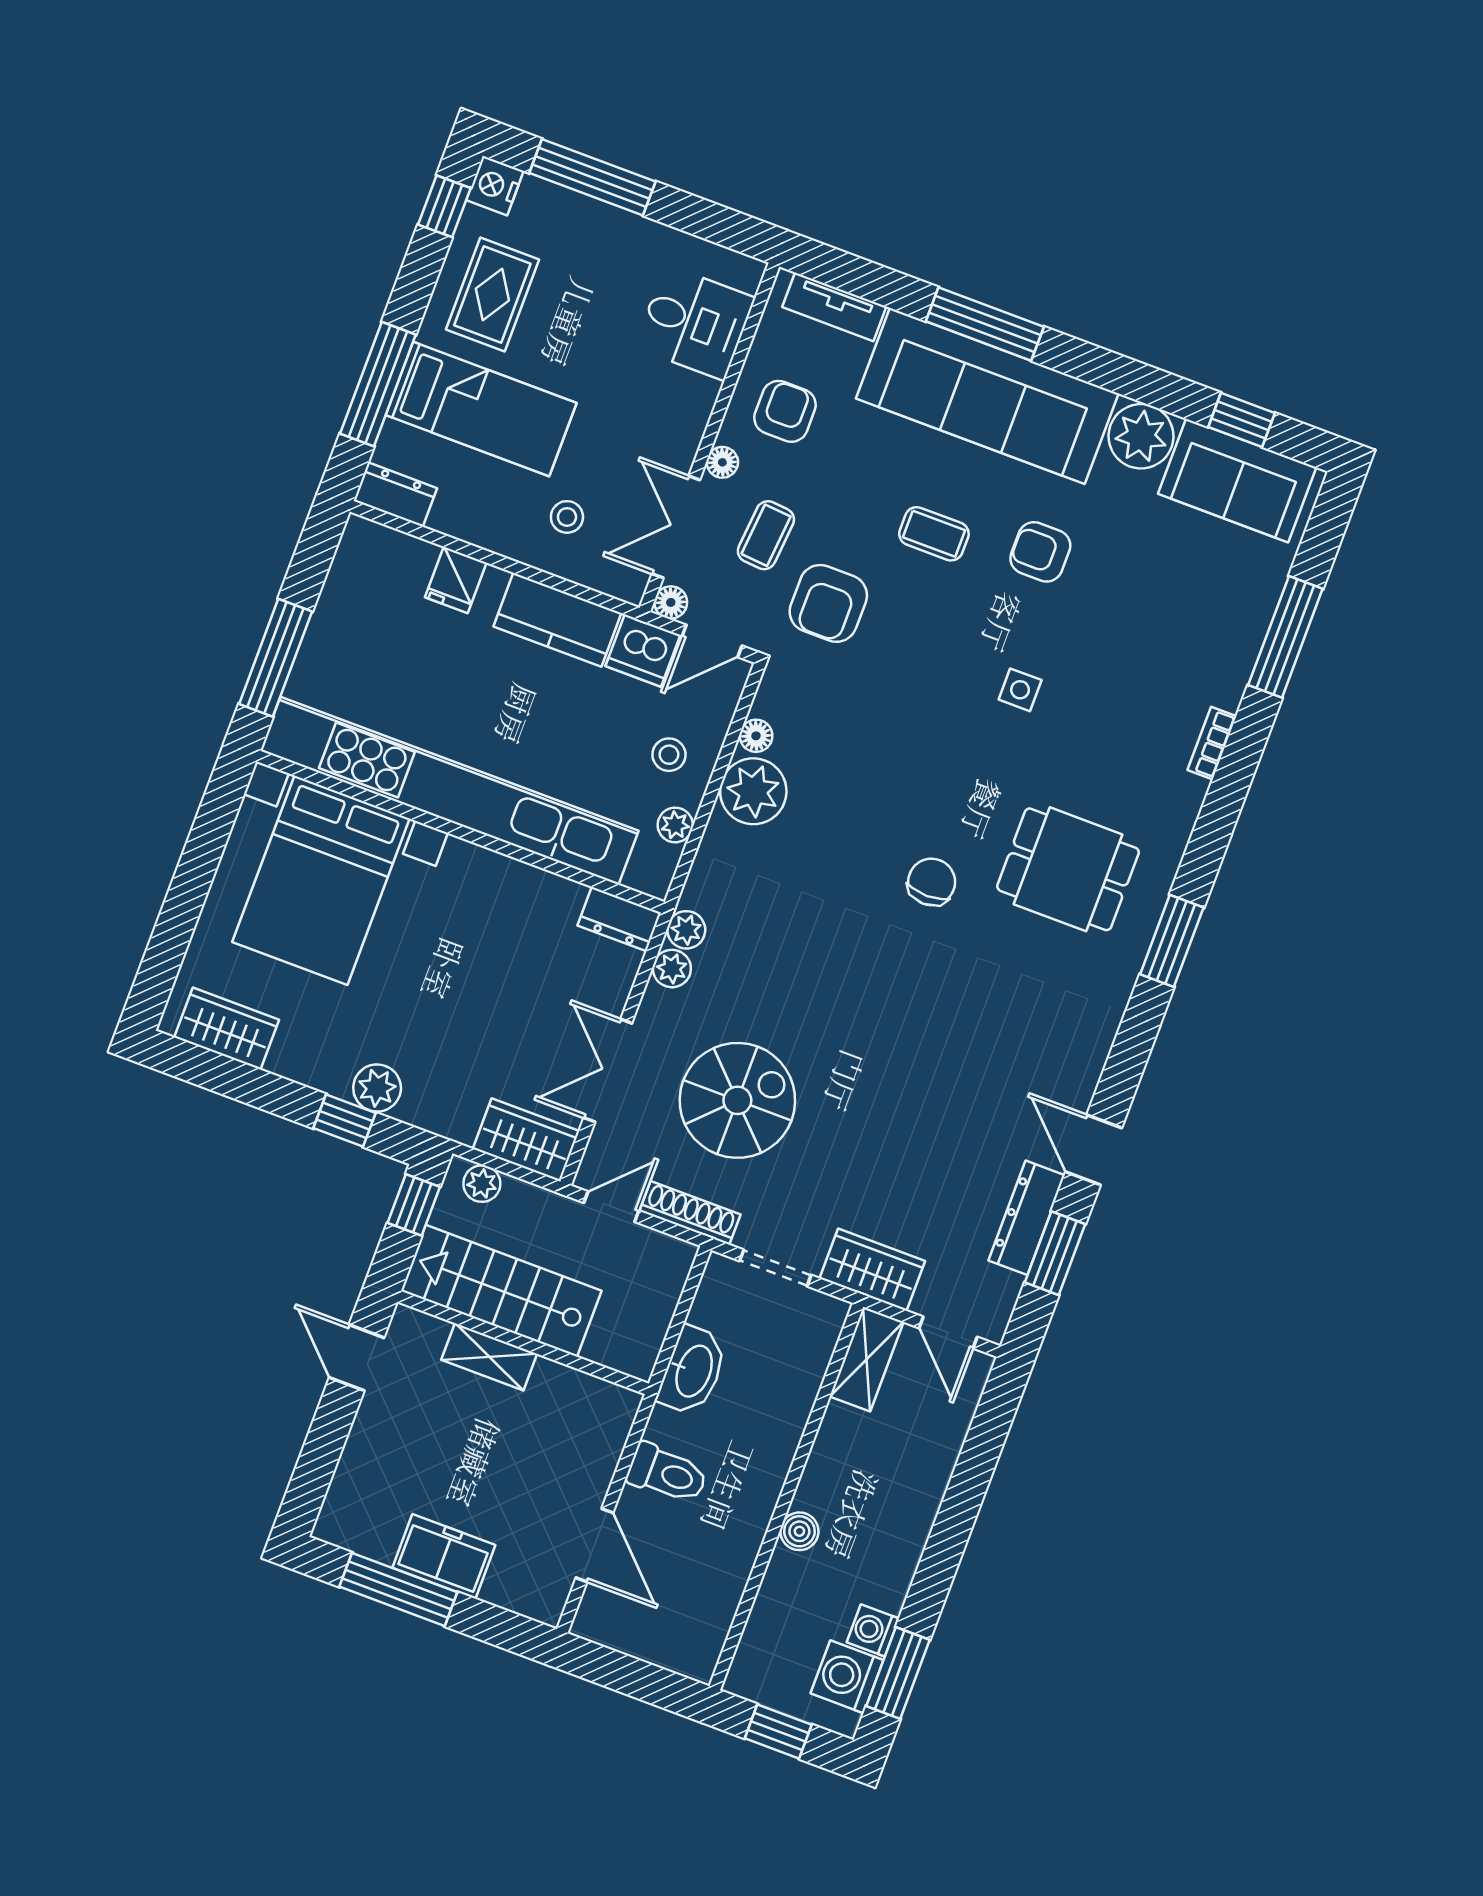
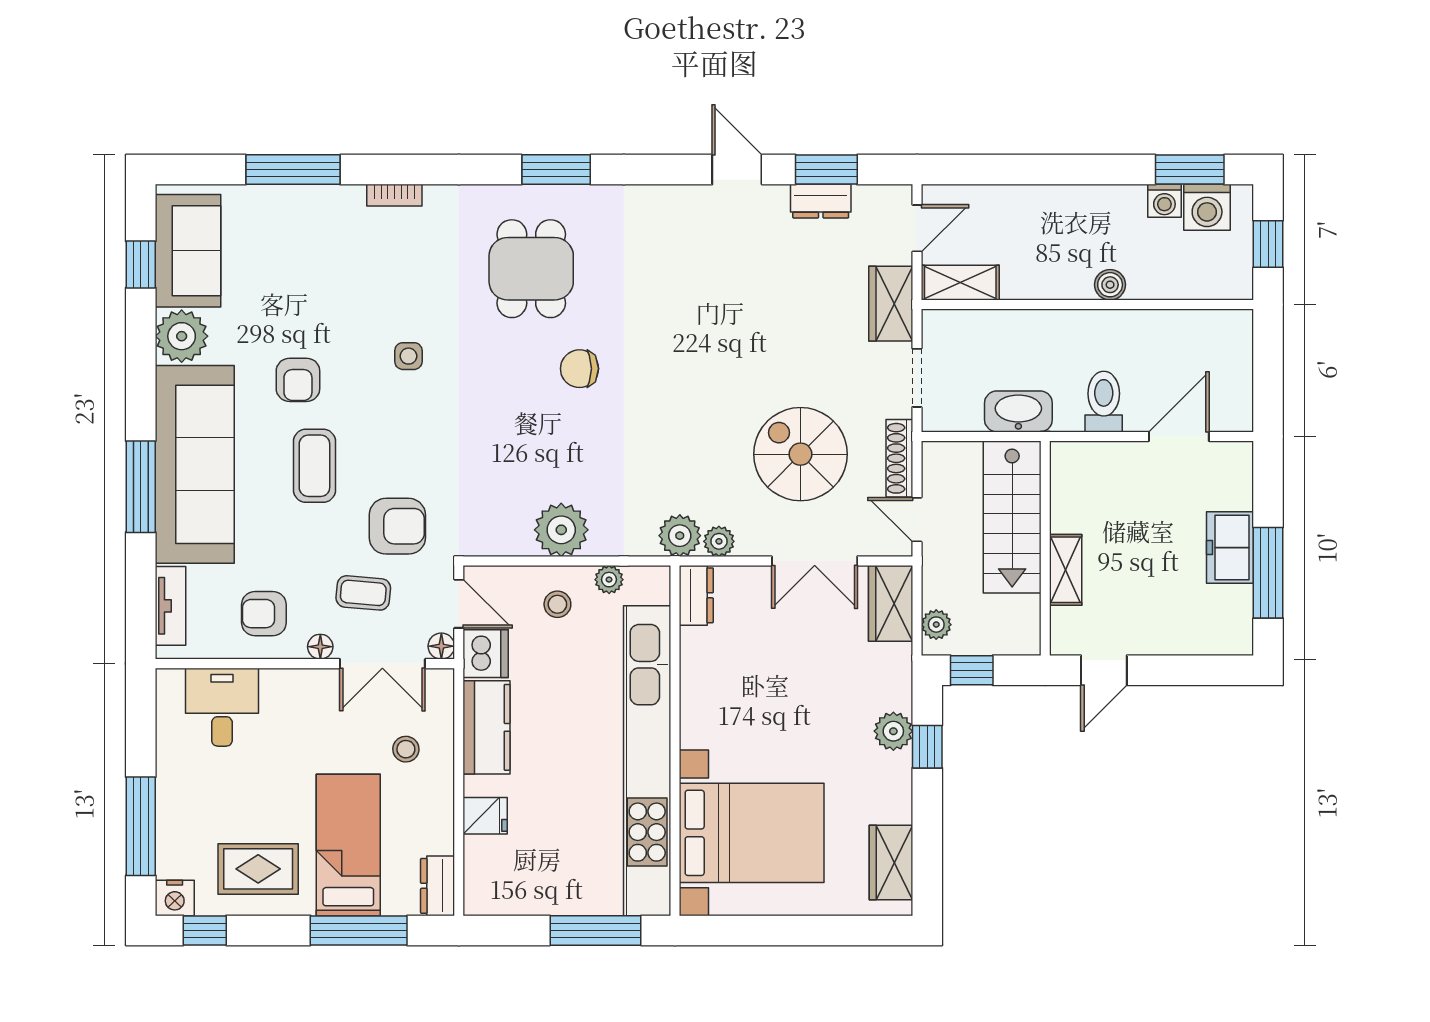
coffee table: (934, 534) -> (314, 466), width x1.36, depth x1.30
floor lamp: (756, 736) -> (518, 543), removed
plant: (686, 930) -> (680, 536), width x1.38, depth x1.38
door: (1094, 1150) -> (737, 170), swing flipped
dresser: (1027, 1218) -> (821, 201), width x0.70
stairs: (501, 1291) -> (1012, 517), moved

